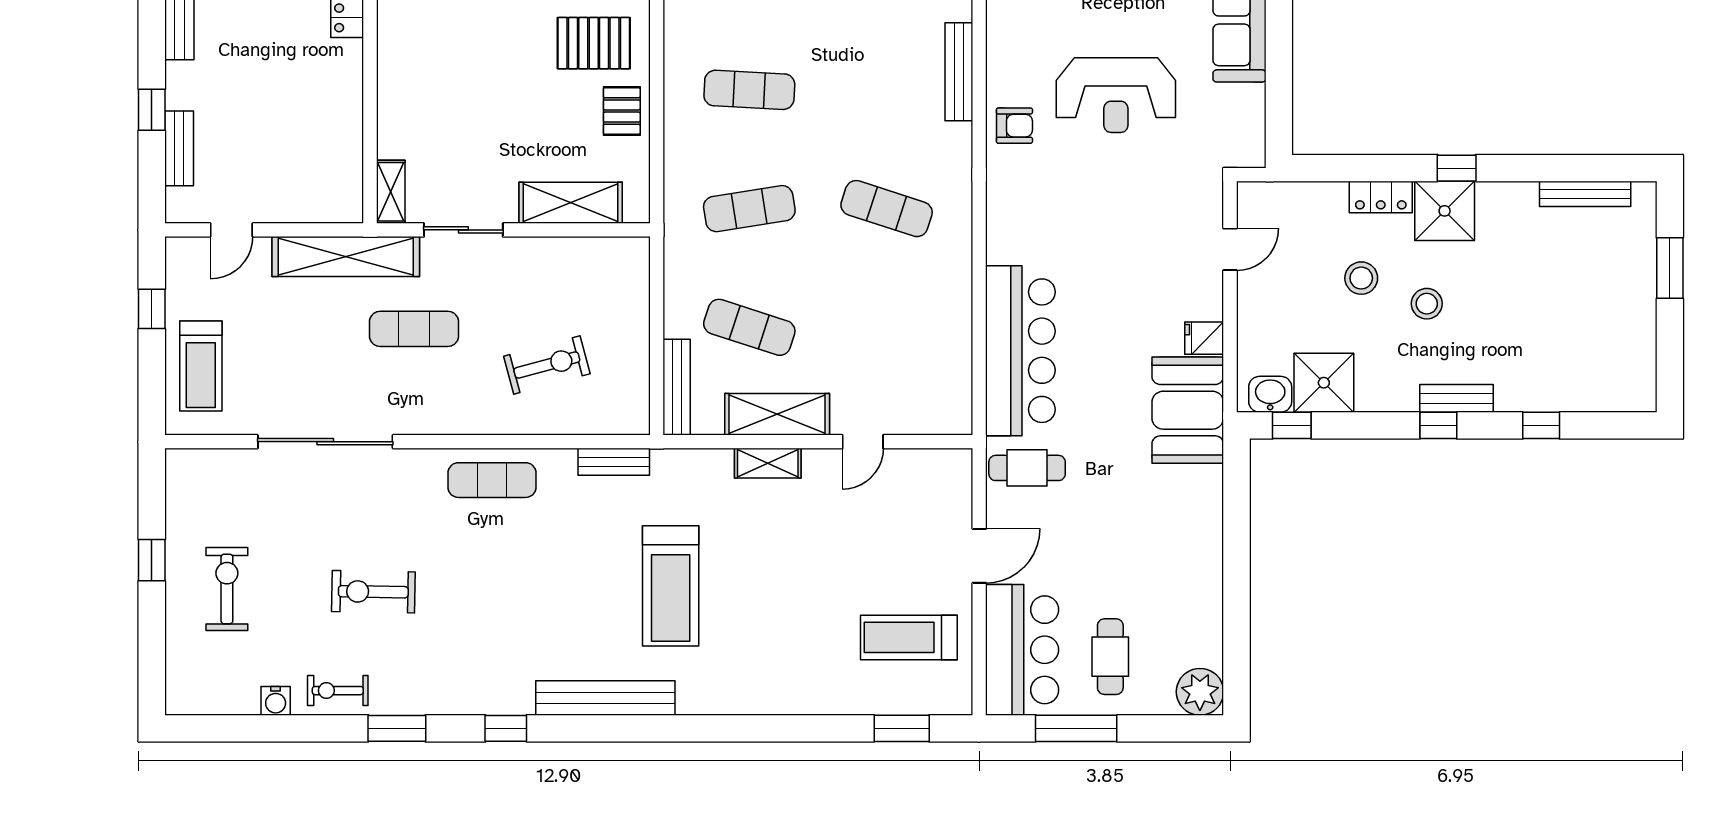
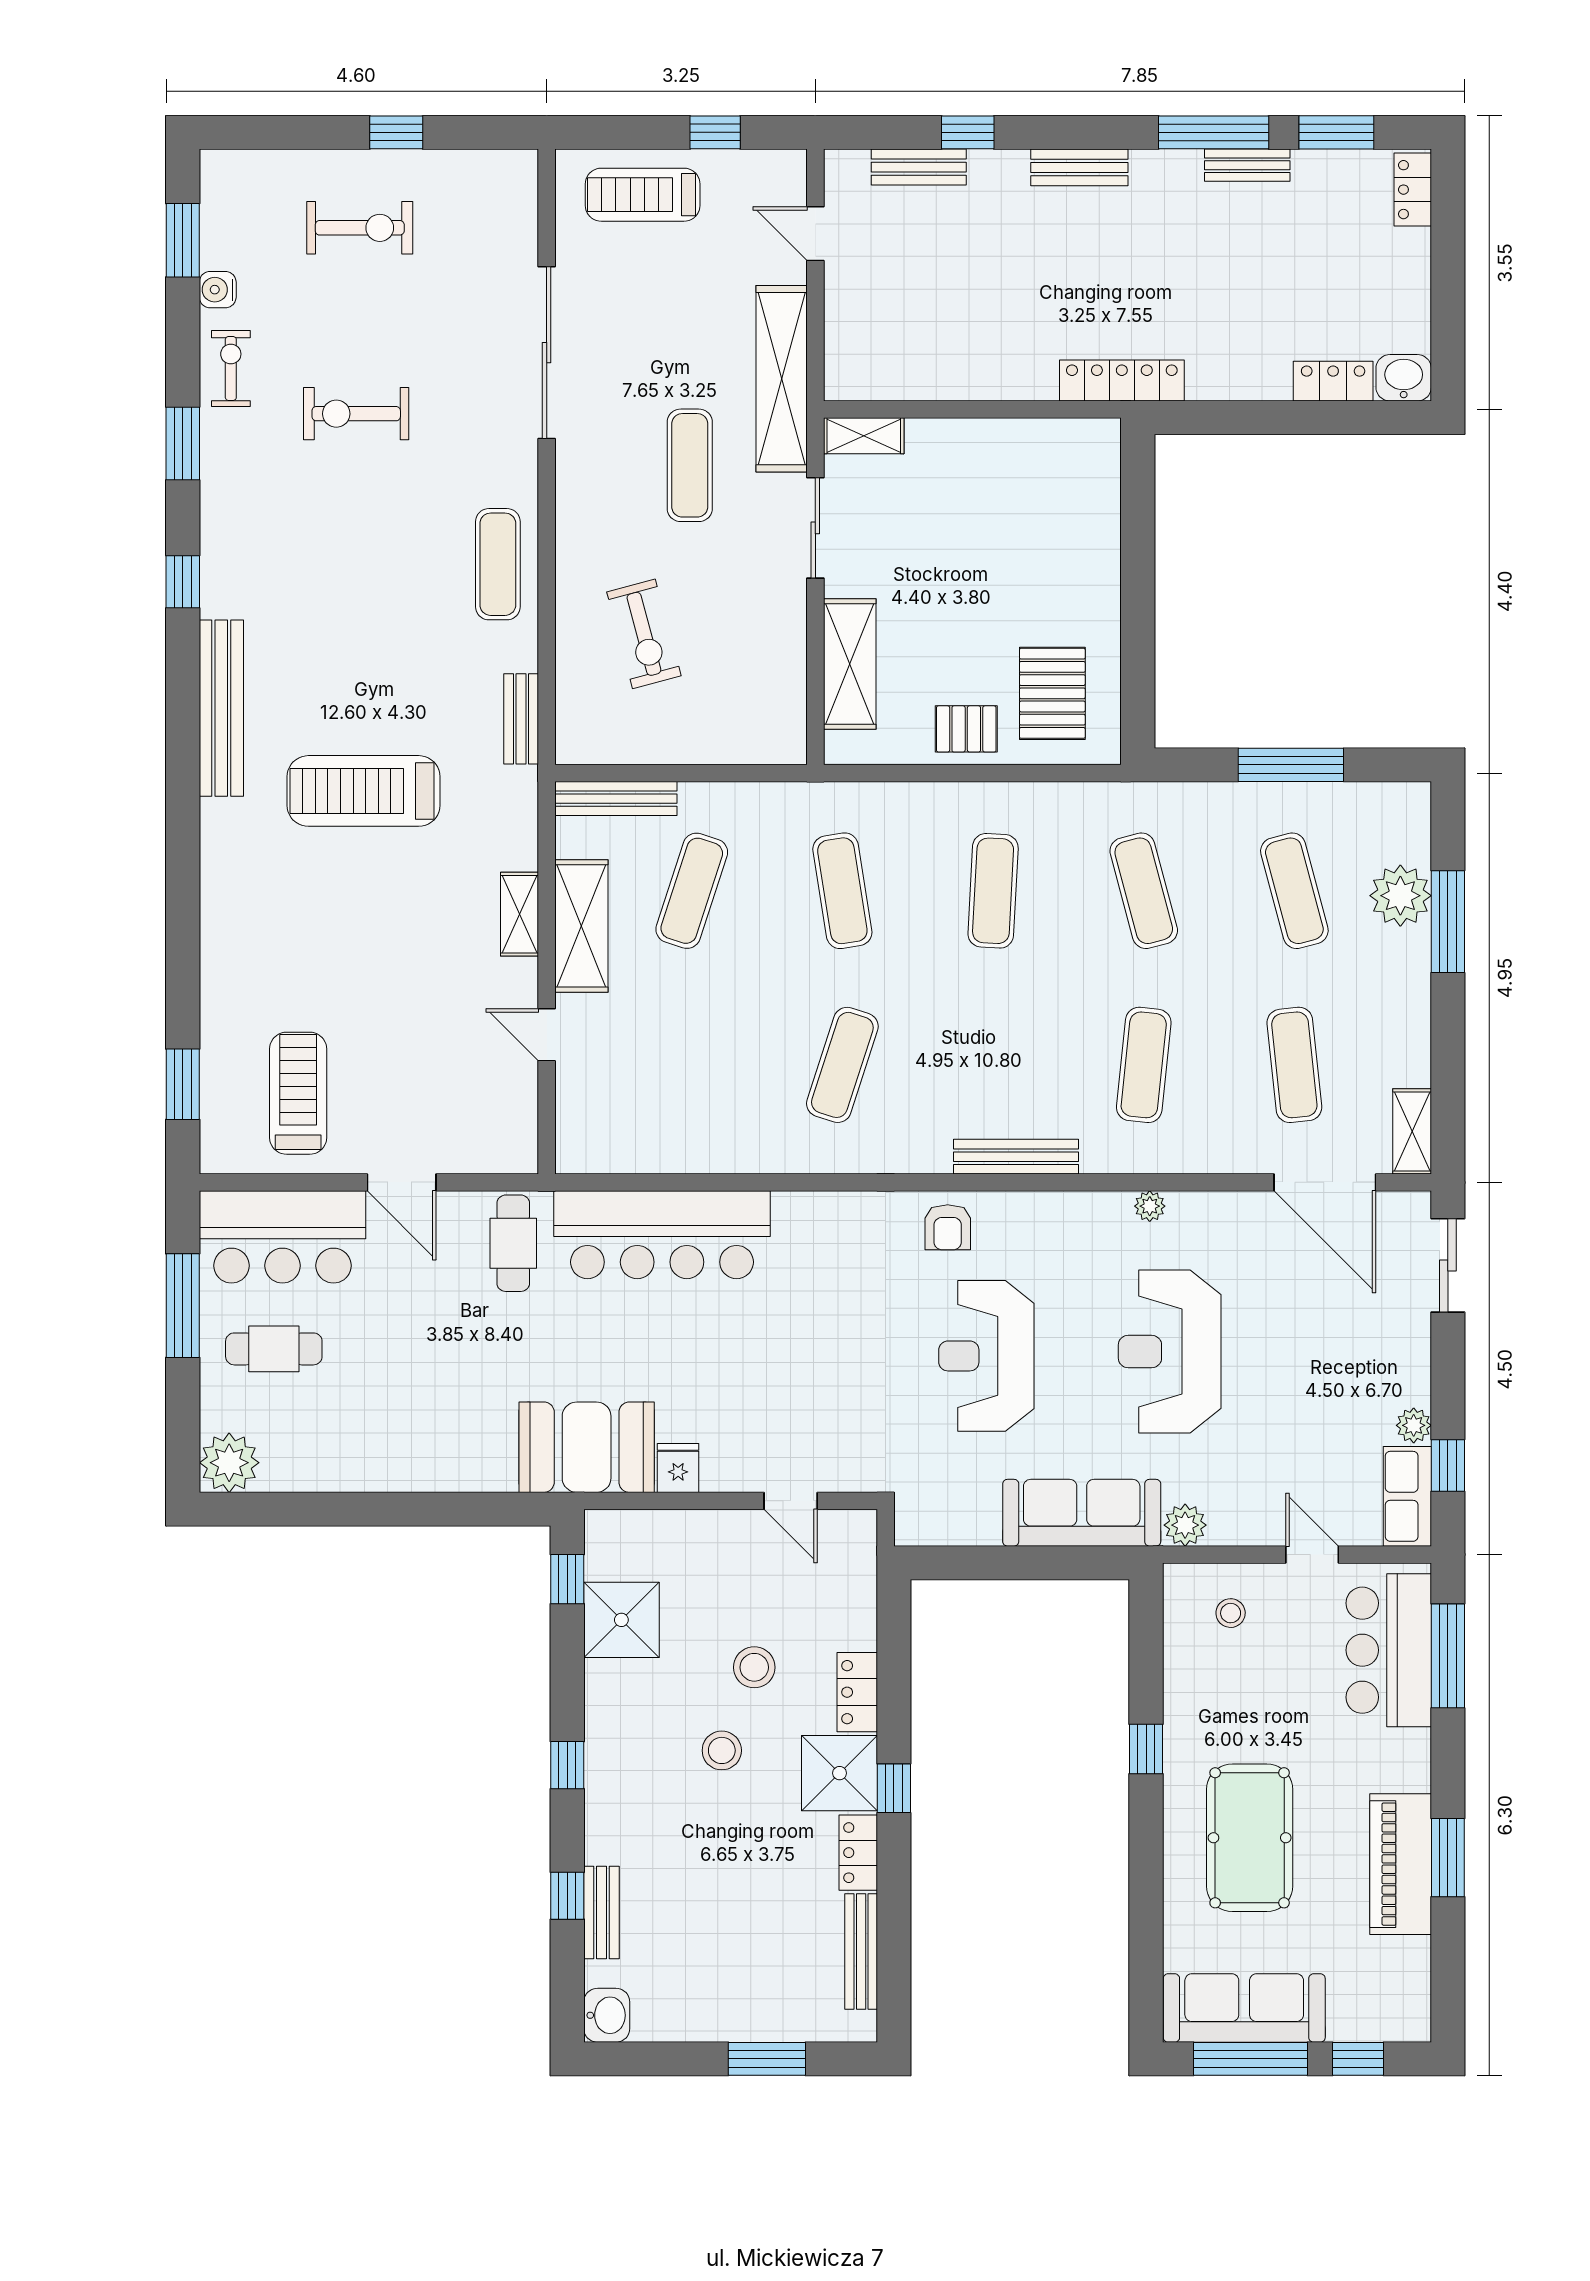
locker: (1507, 196) -> (858, 1853), added
washbasin: (1270, 394) -> (607, 2015), moved
bench: (1456, 398) -> (601, 1913), moved
exercise bike: (373, 592) -> (356, 414), turned -91
window: (237, 728) -> (183, 240), added

